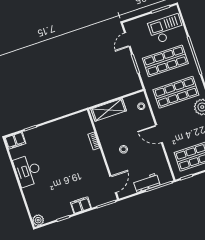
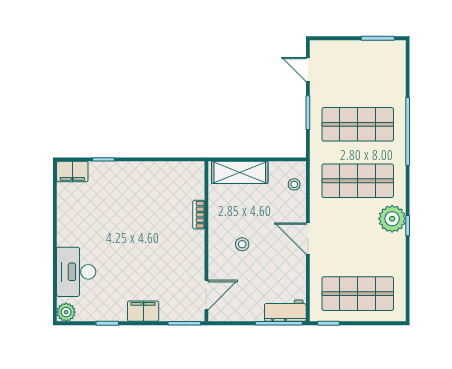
checkout: (166, 29) -> (376, 73), removed
door: (127, 40) -> (308, 69), hinge flipped
desk: (28, 171) -> (76, 272), moved
workbench: (147, 183) -> (285, 311), moved

